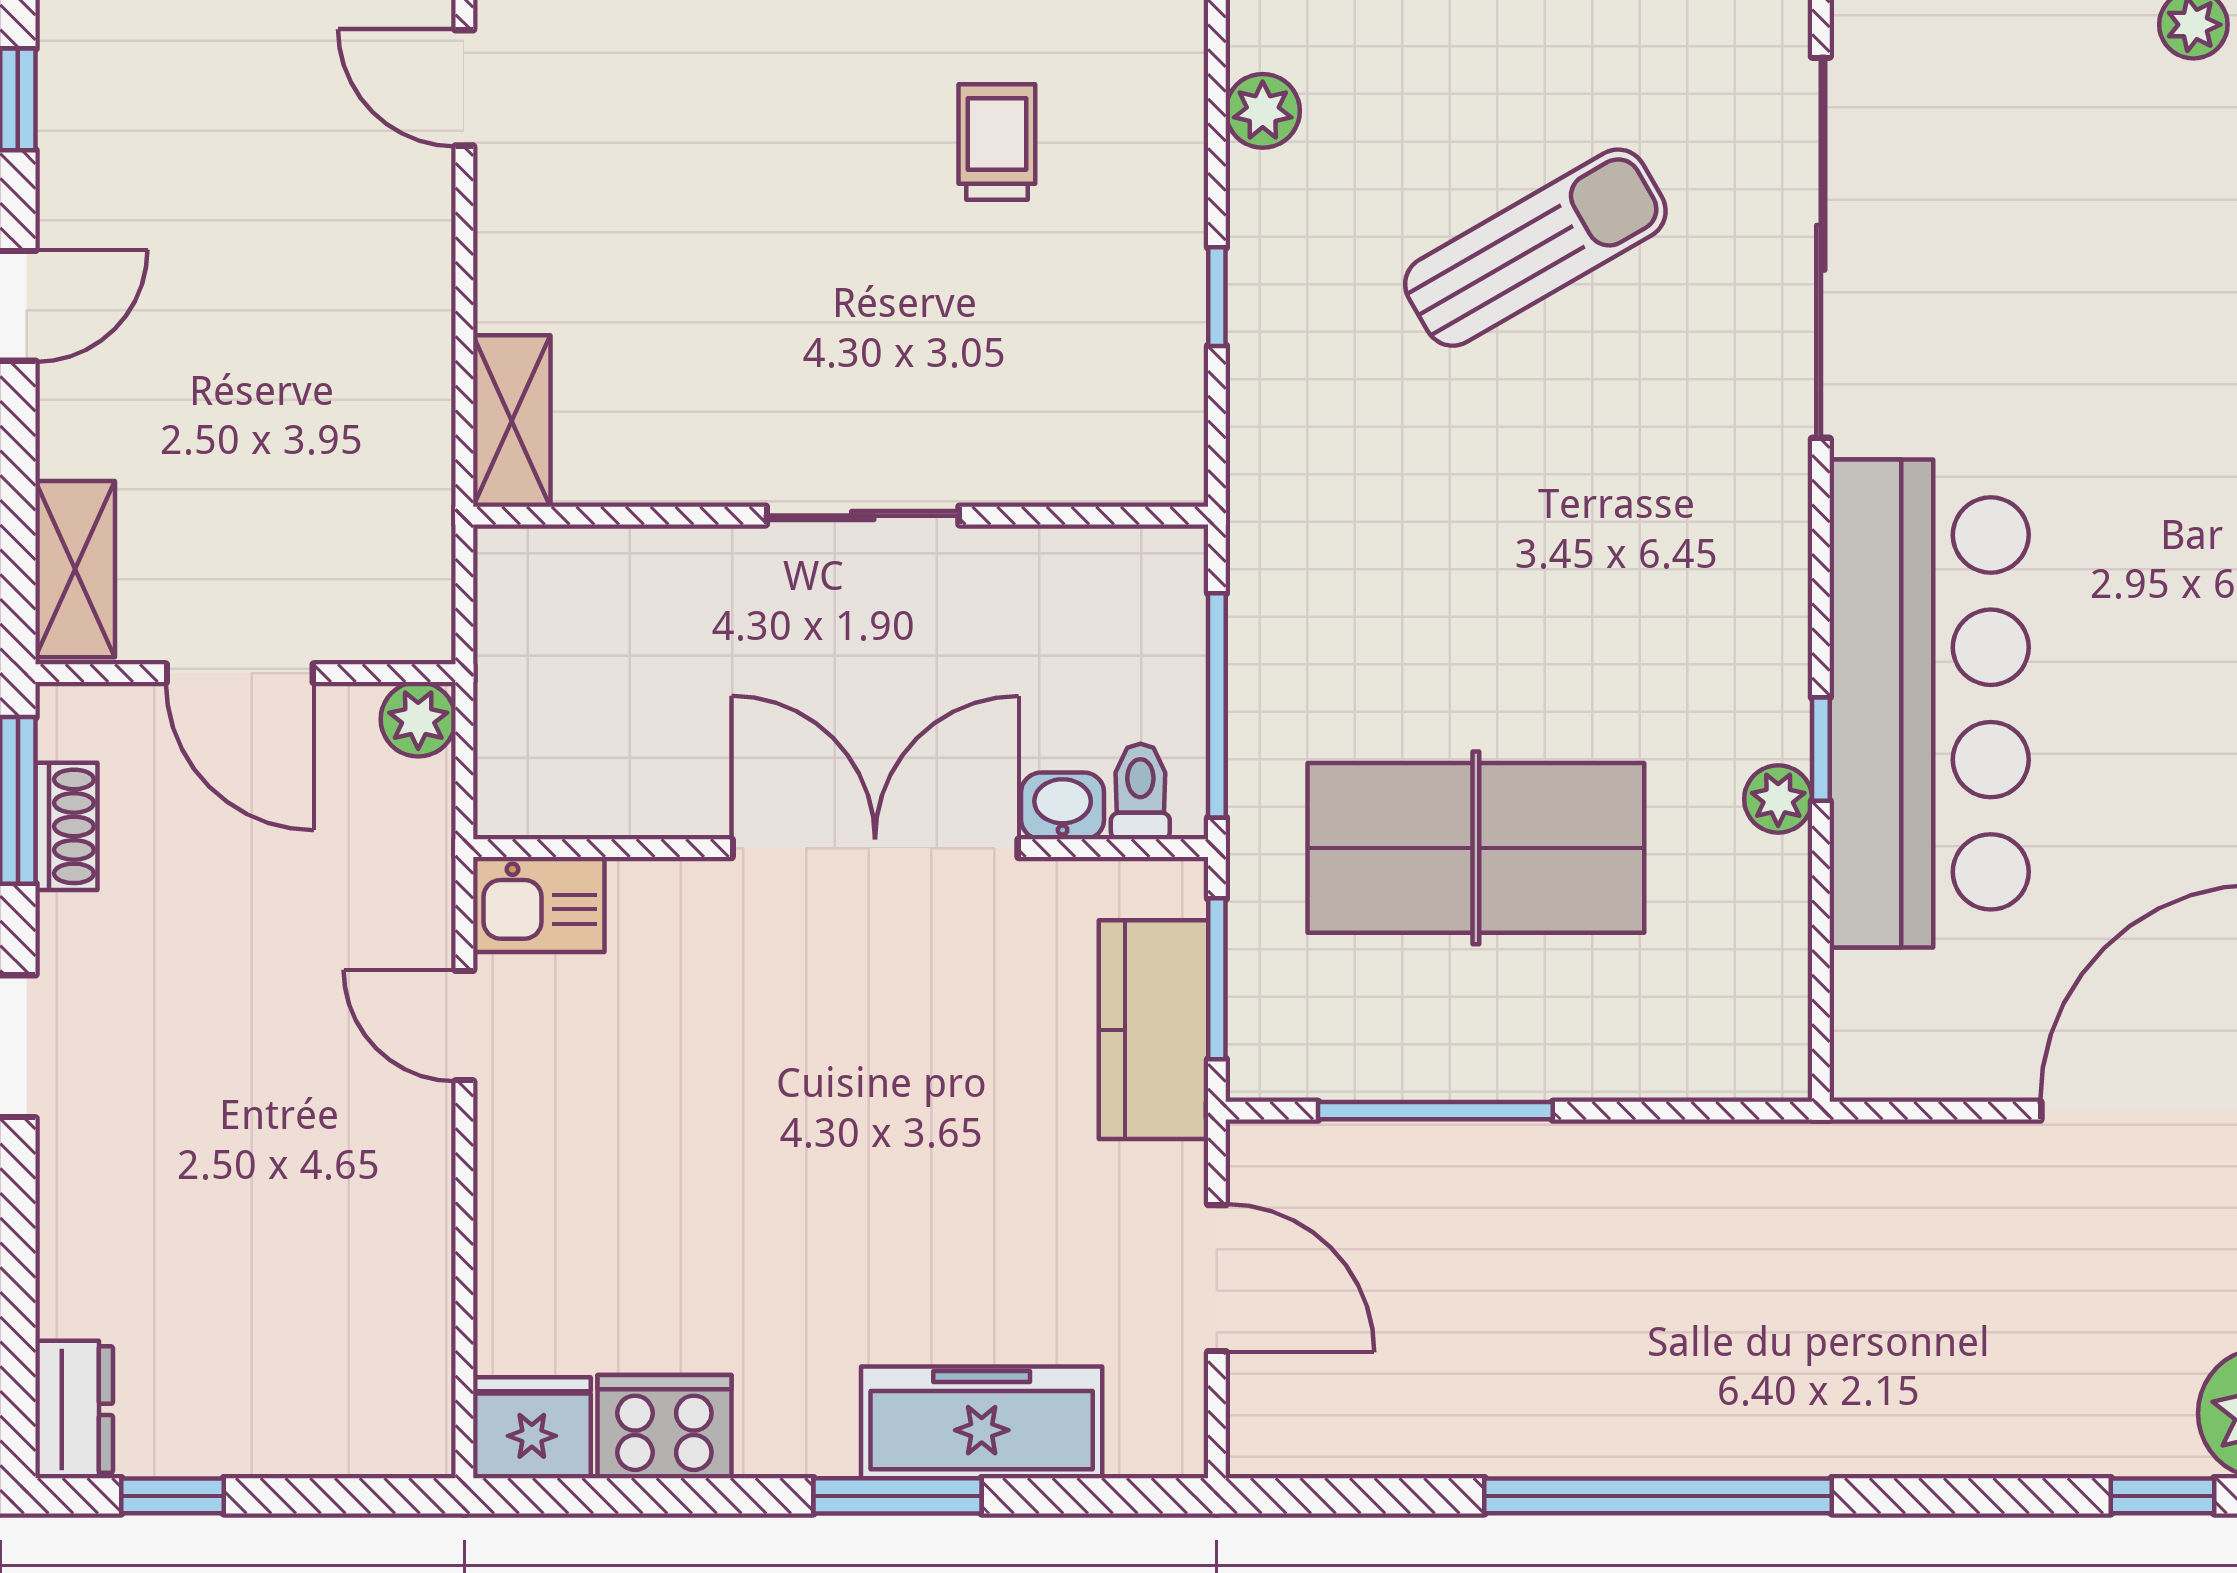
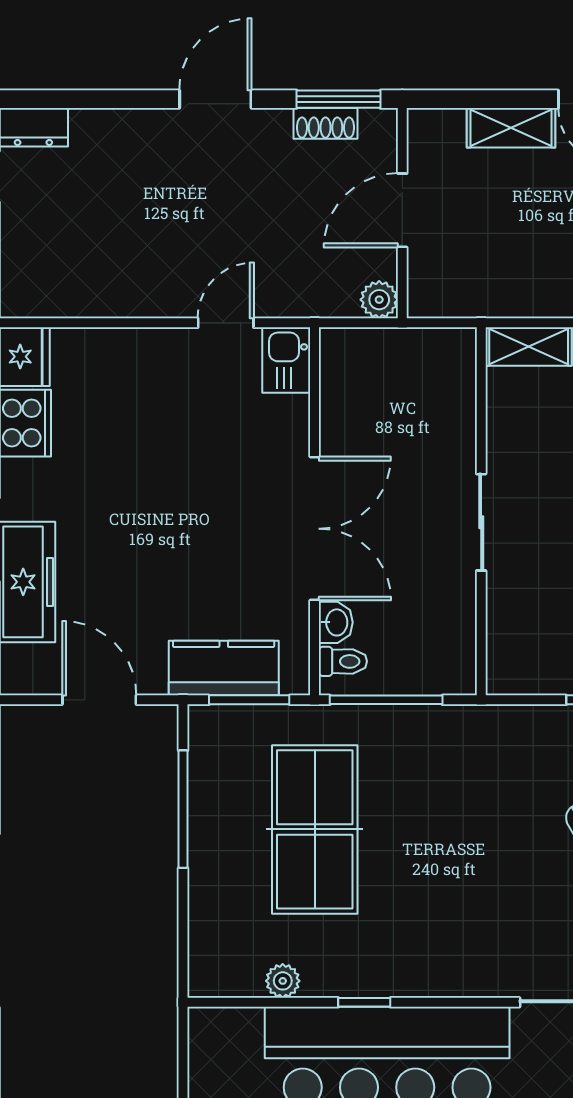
shelving: (75, 569) -> (511, 128), moved
plant: (1778, 799) -> (283, 981), moved
door: (1217, 1278) -> (99, 700), swing flipped

